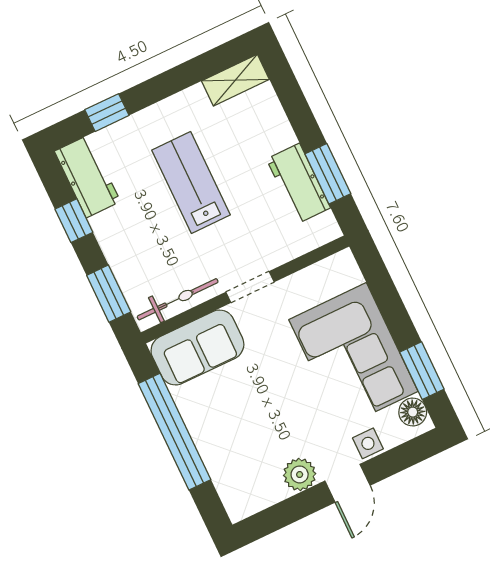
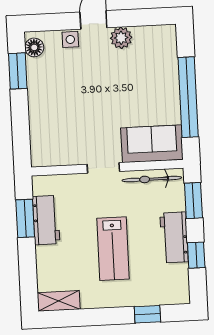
workbench: (87, 176) -> (174, 237), moved
corner sofa: (353, 355) -> (56, 98), removed

